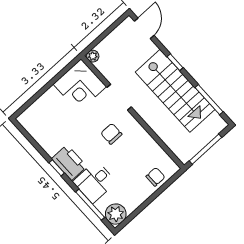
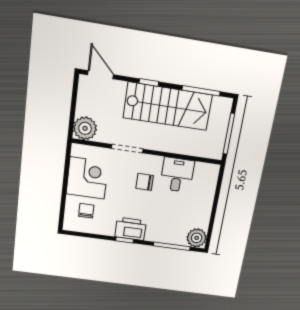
plant: (93, 56) -> (85, 128), width x1.87, depth x1.87
corner desk: (80, 85) -> (87, 178), moved, turned -90
chair: (155, 177) -> (86, 211), moved
desk: (94, 182) -> (177, 175), moved, turned 180

